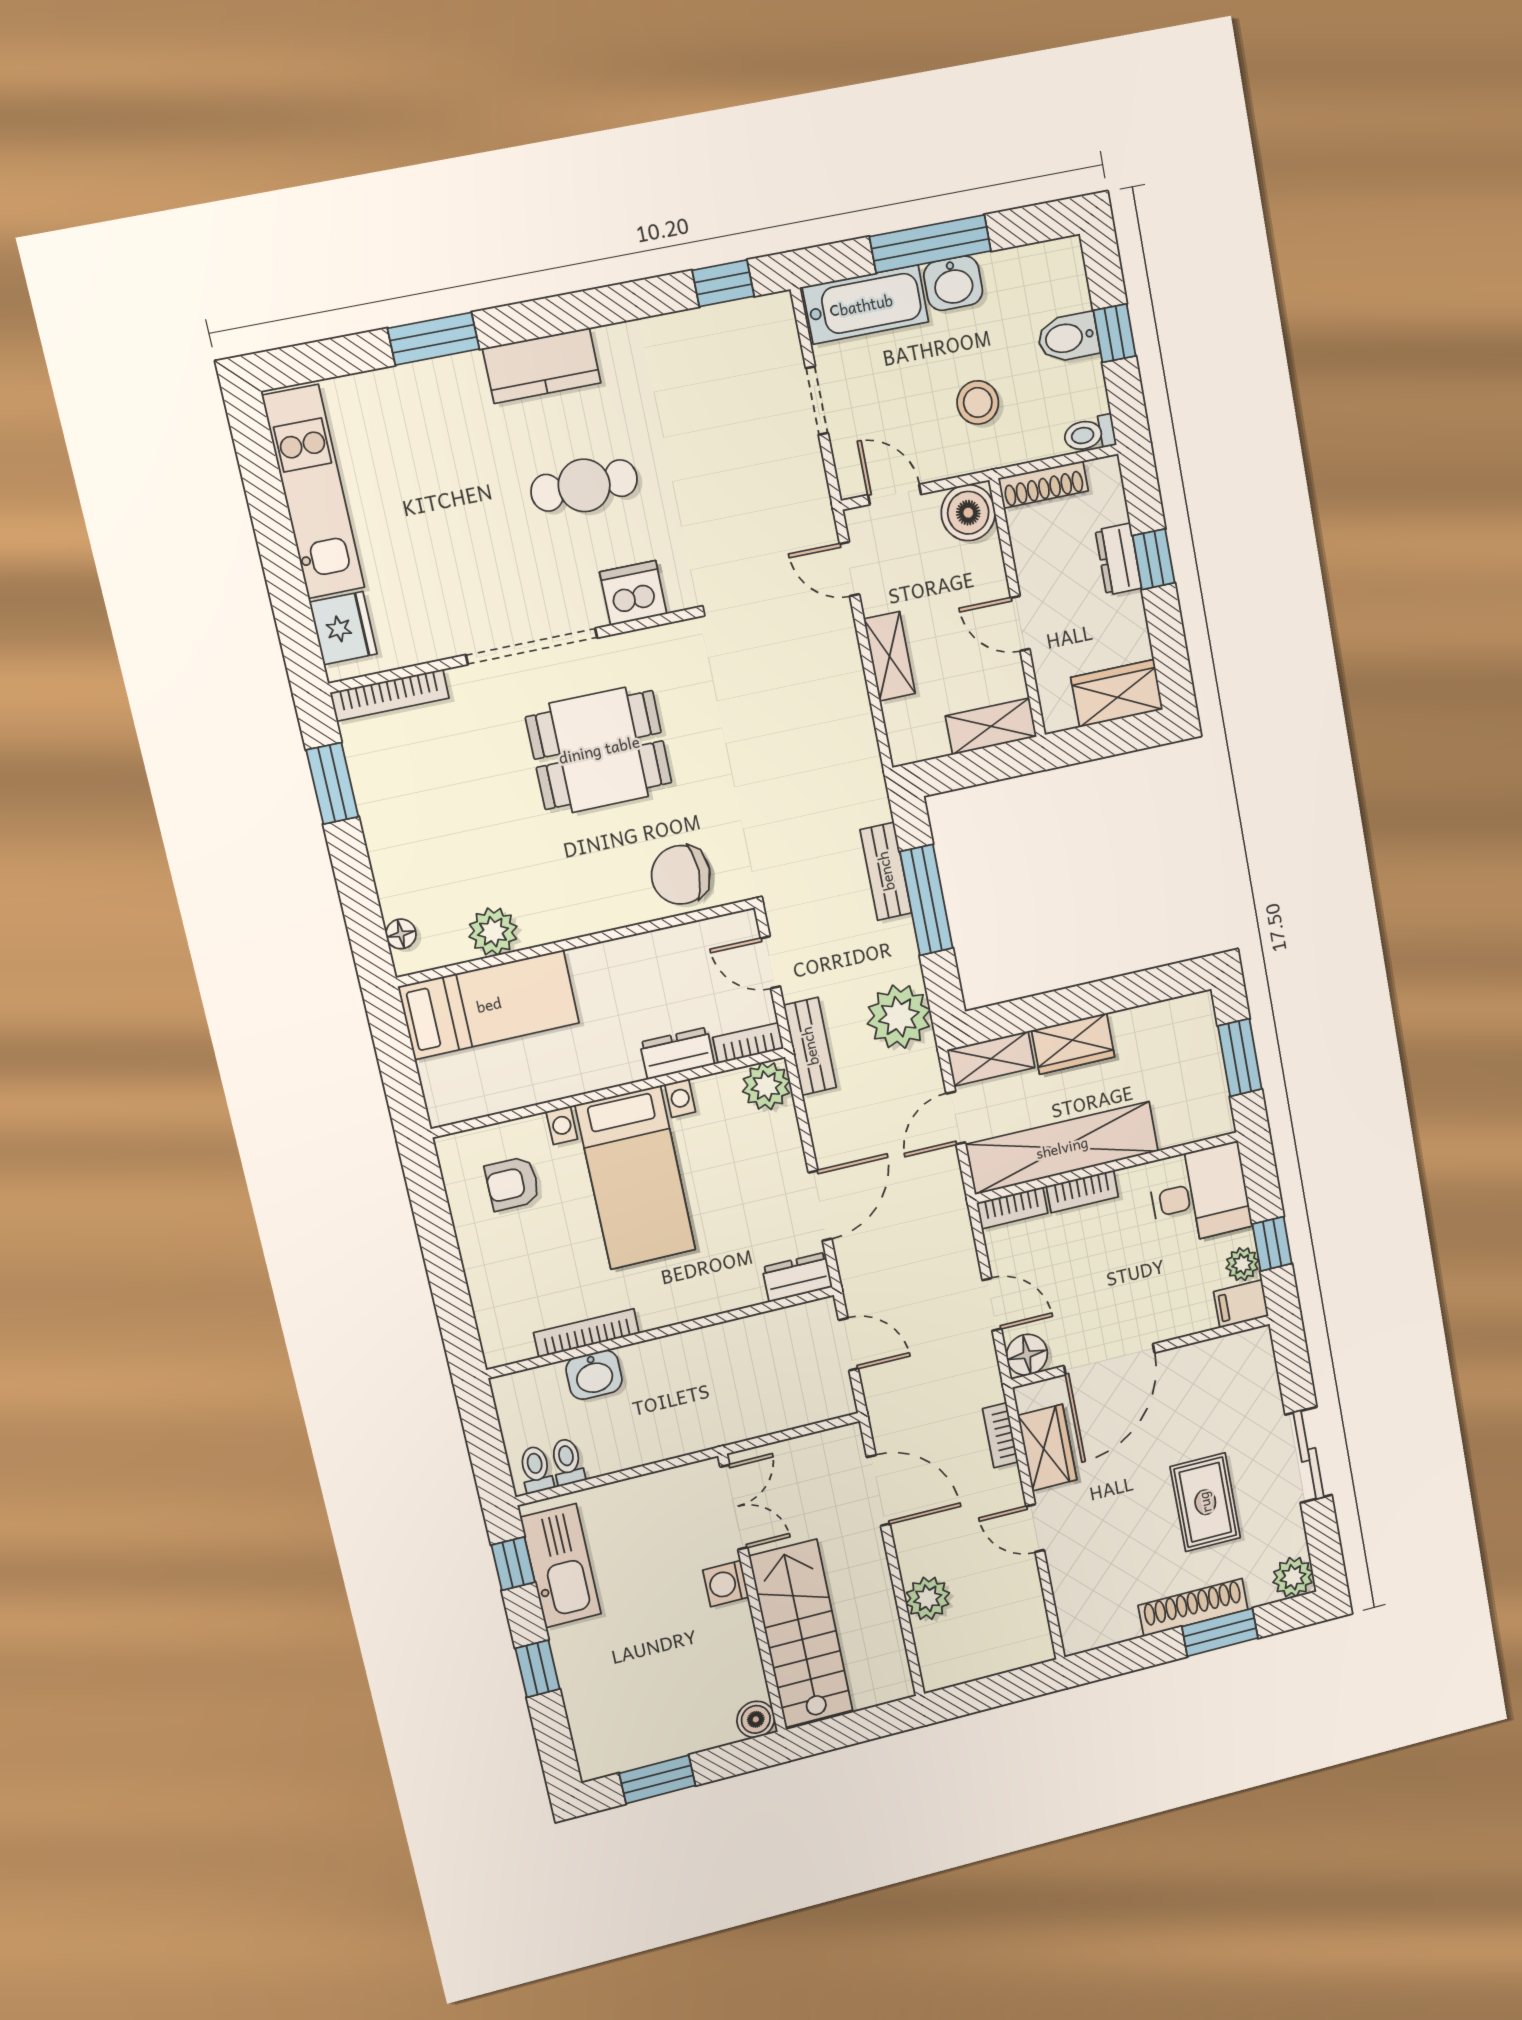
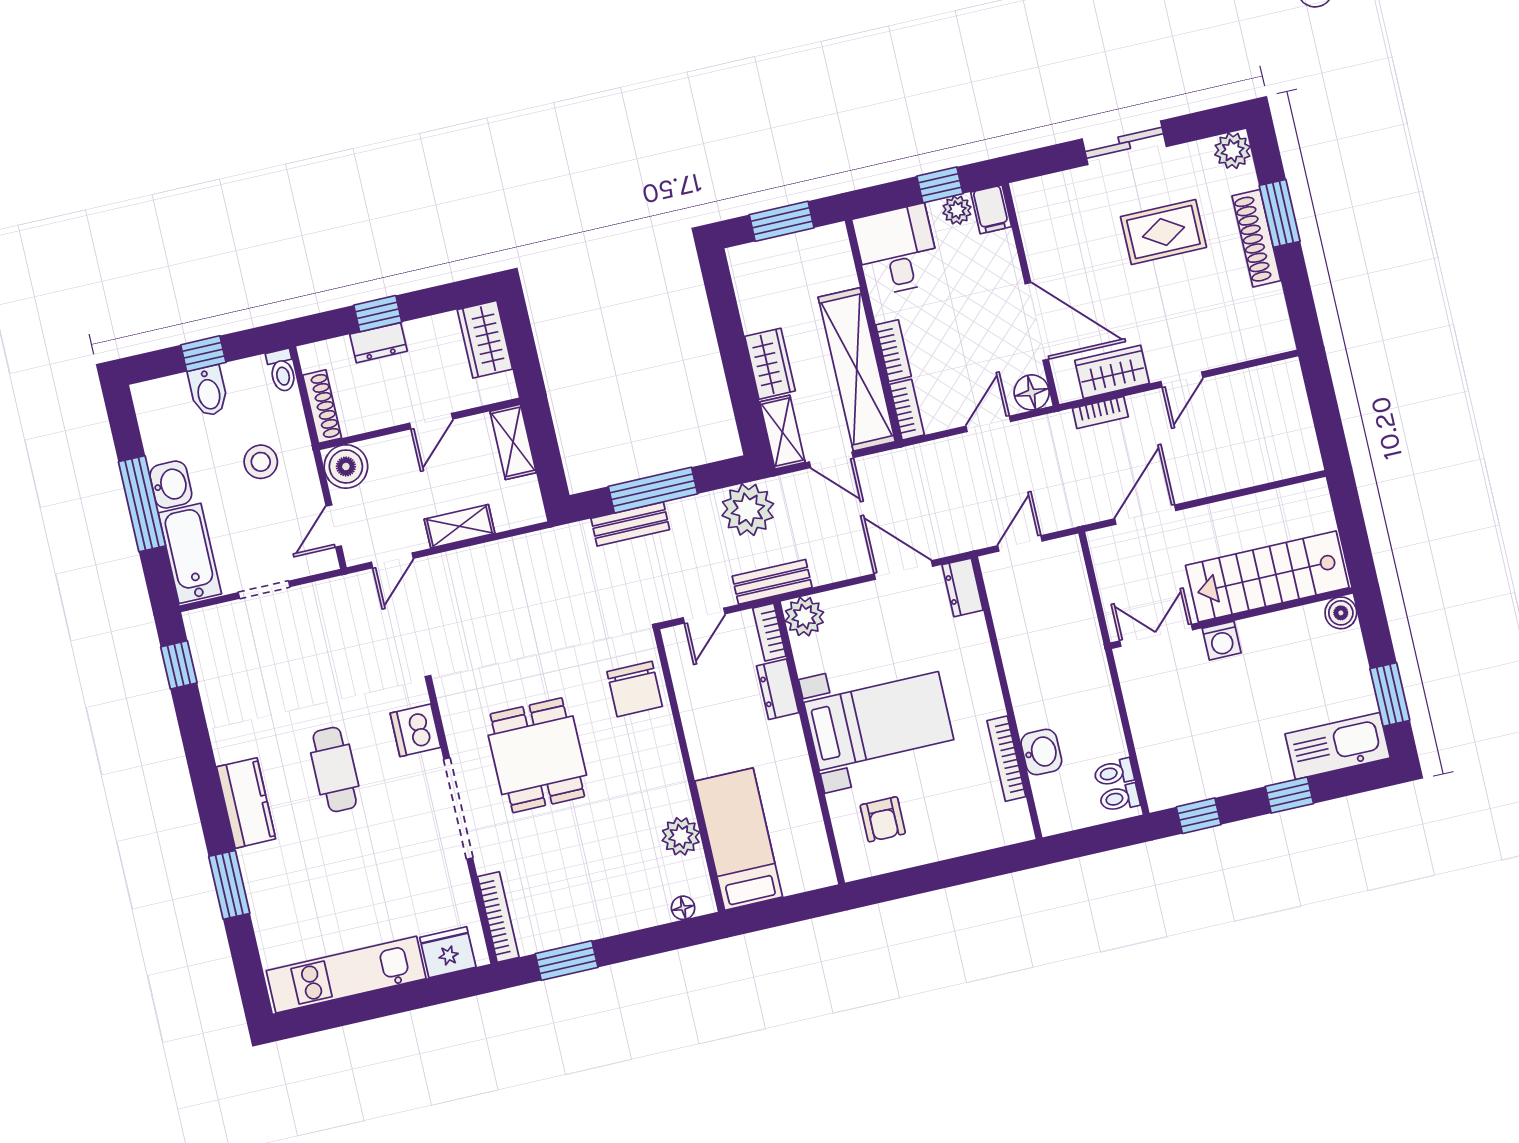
kitchen sink: (561, 1566) -> (1338, 746), moved
plant: (928, 1598) -> (1240, 470), removed

